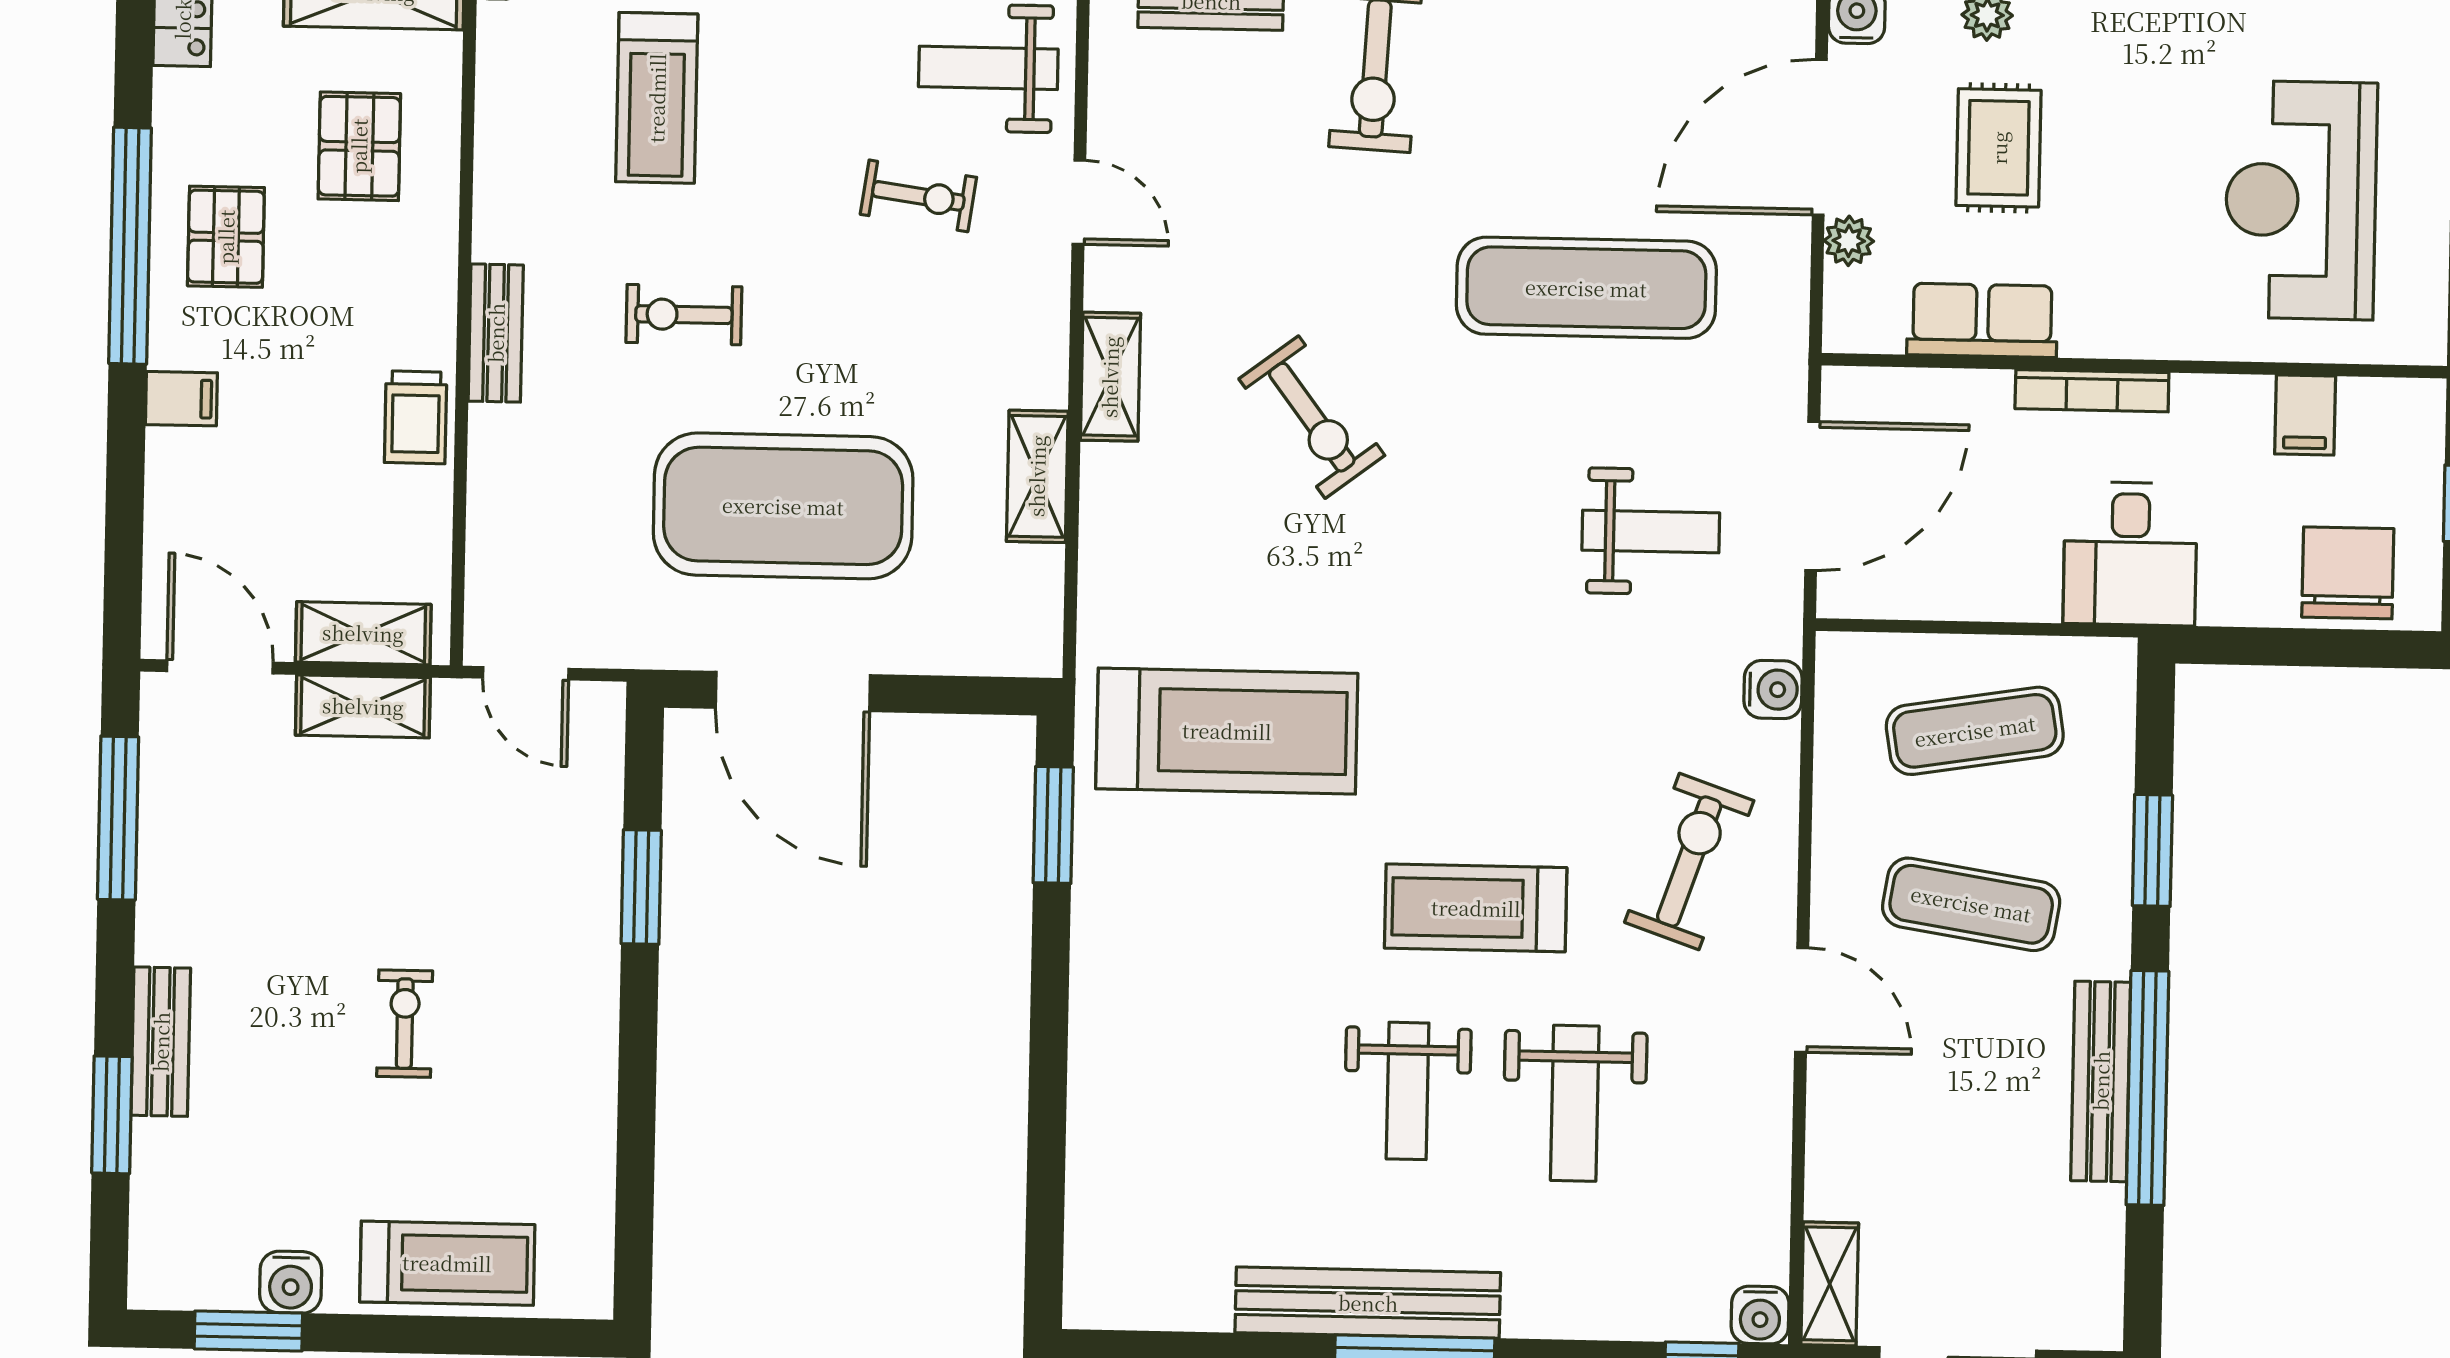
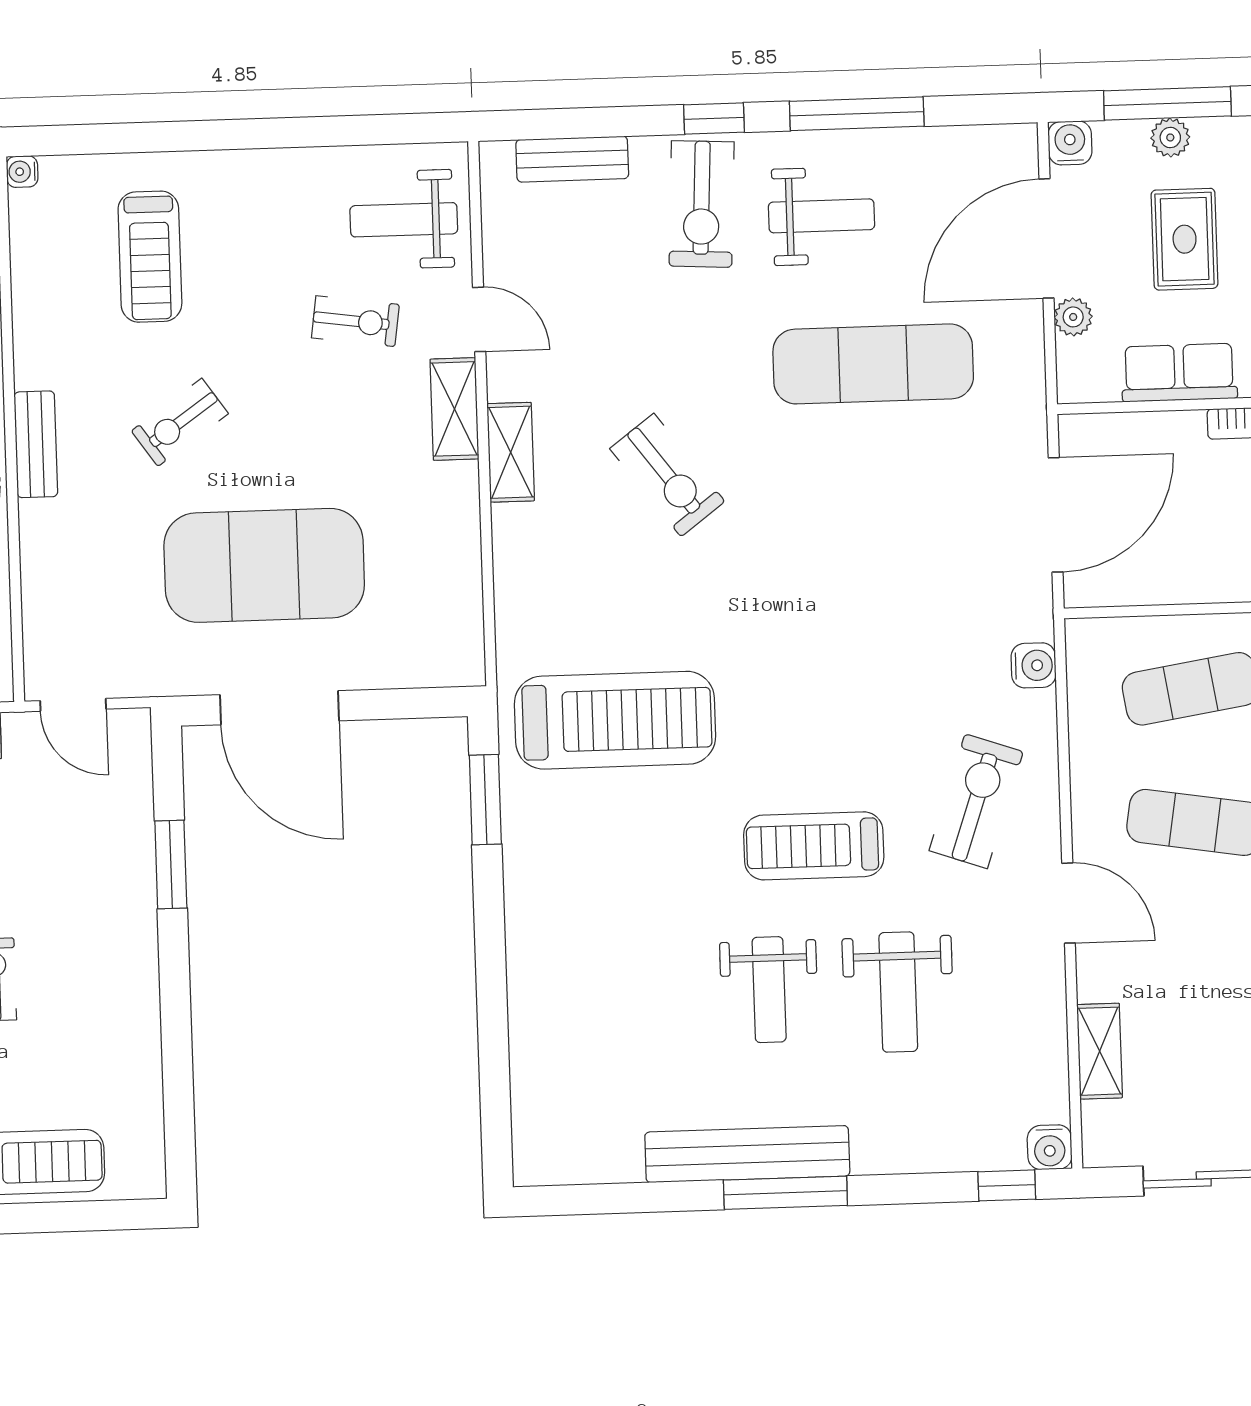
exercise bike: (684, 315) -> (180, 422), turned -35
shelving: (1037, 476) -> (454, 409), moved
weight bench: (1651, 532) -> (821, 216), moved
shelving: (1830, 1284) -> (1100, 1051), moved

